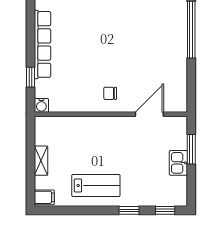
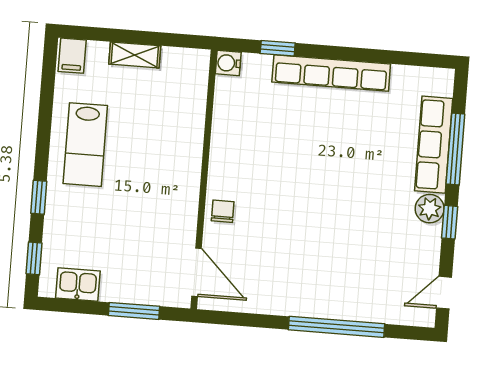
chair: (110, 93) -> (223, 211), moved
door: (149, 114) -> (197, 272), moved
kitchen sink: (178, 163) -> (78, 284), moved

